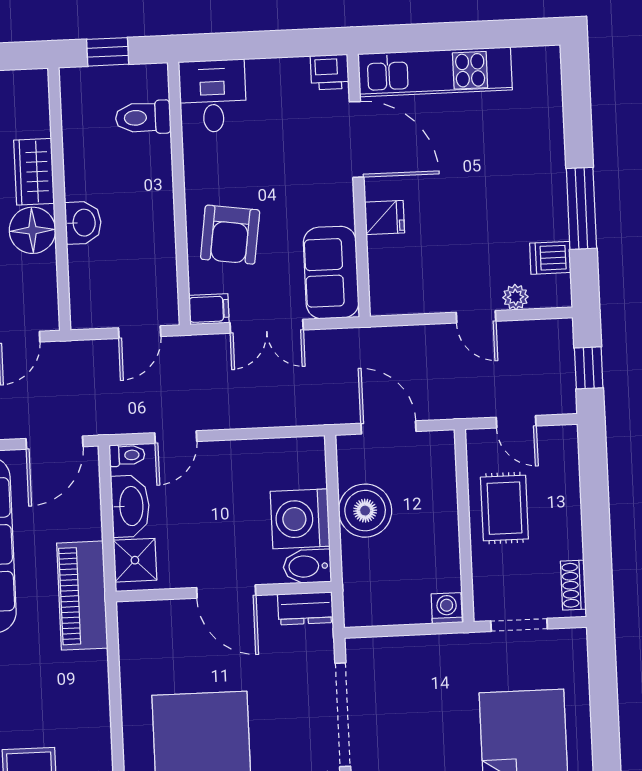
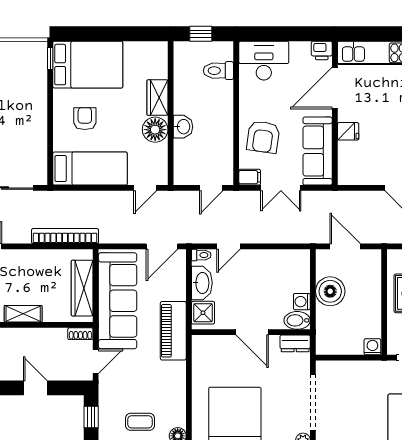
desk: (213, 96) -> (264, 61), width x1.37
door: (357, 139) -> (335, 88), swing flipped
sofa: (331, 273) -> (318, 151), width x1.36
washing machine: (300, 519) -> (302, 302), width x0.53, depth x0.53

